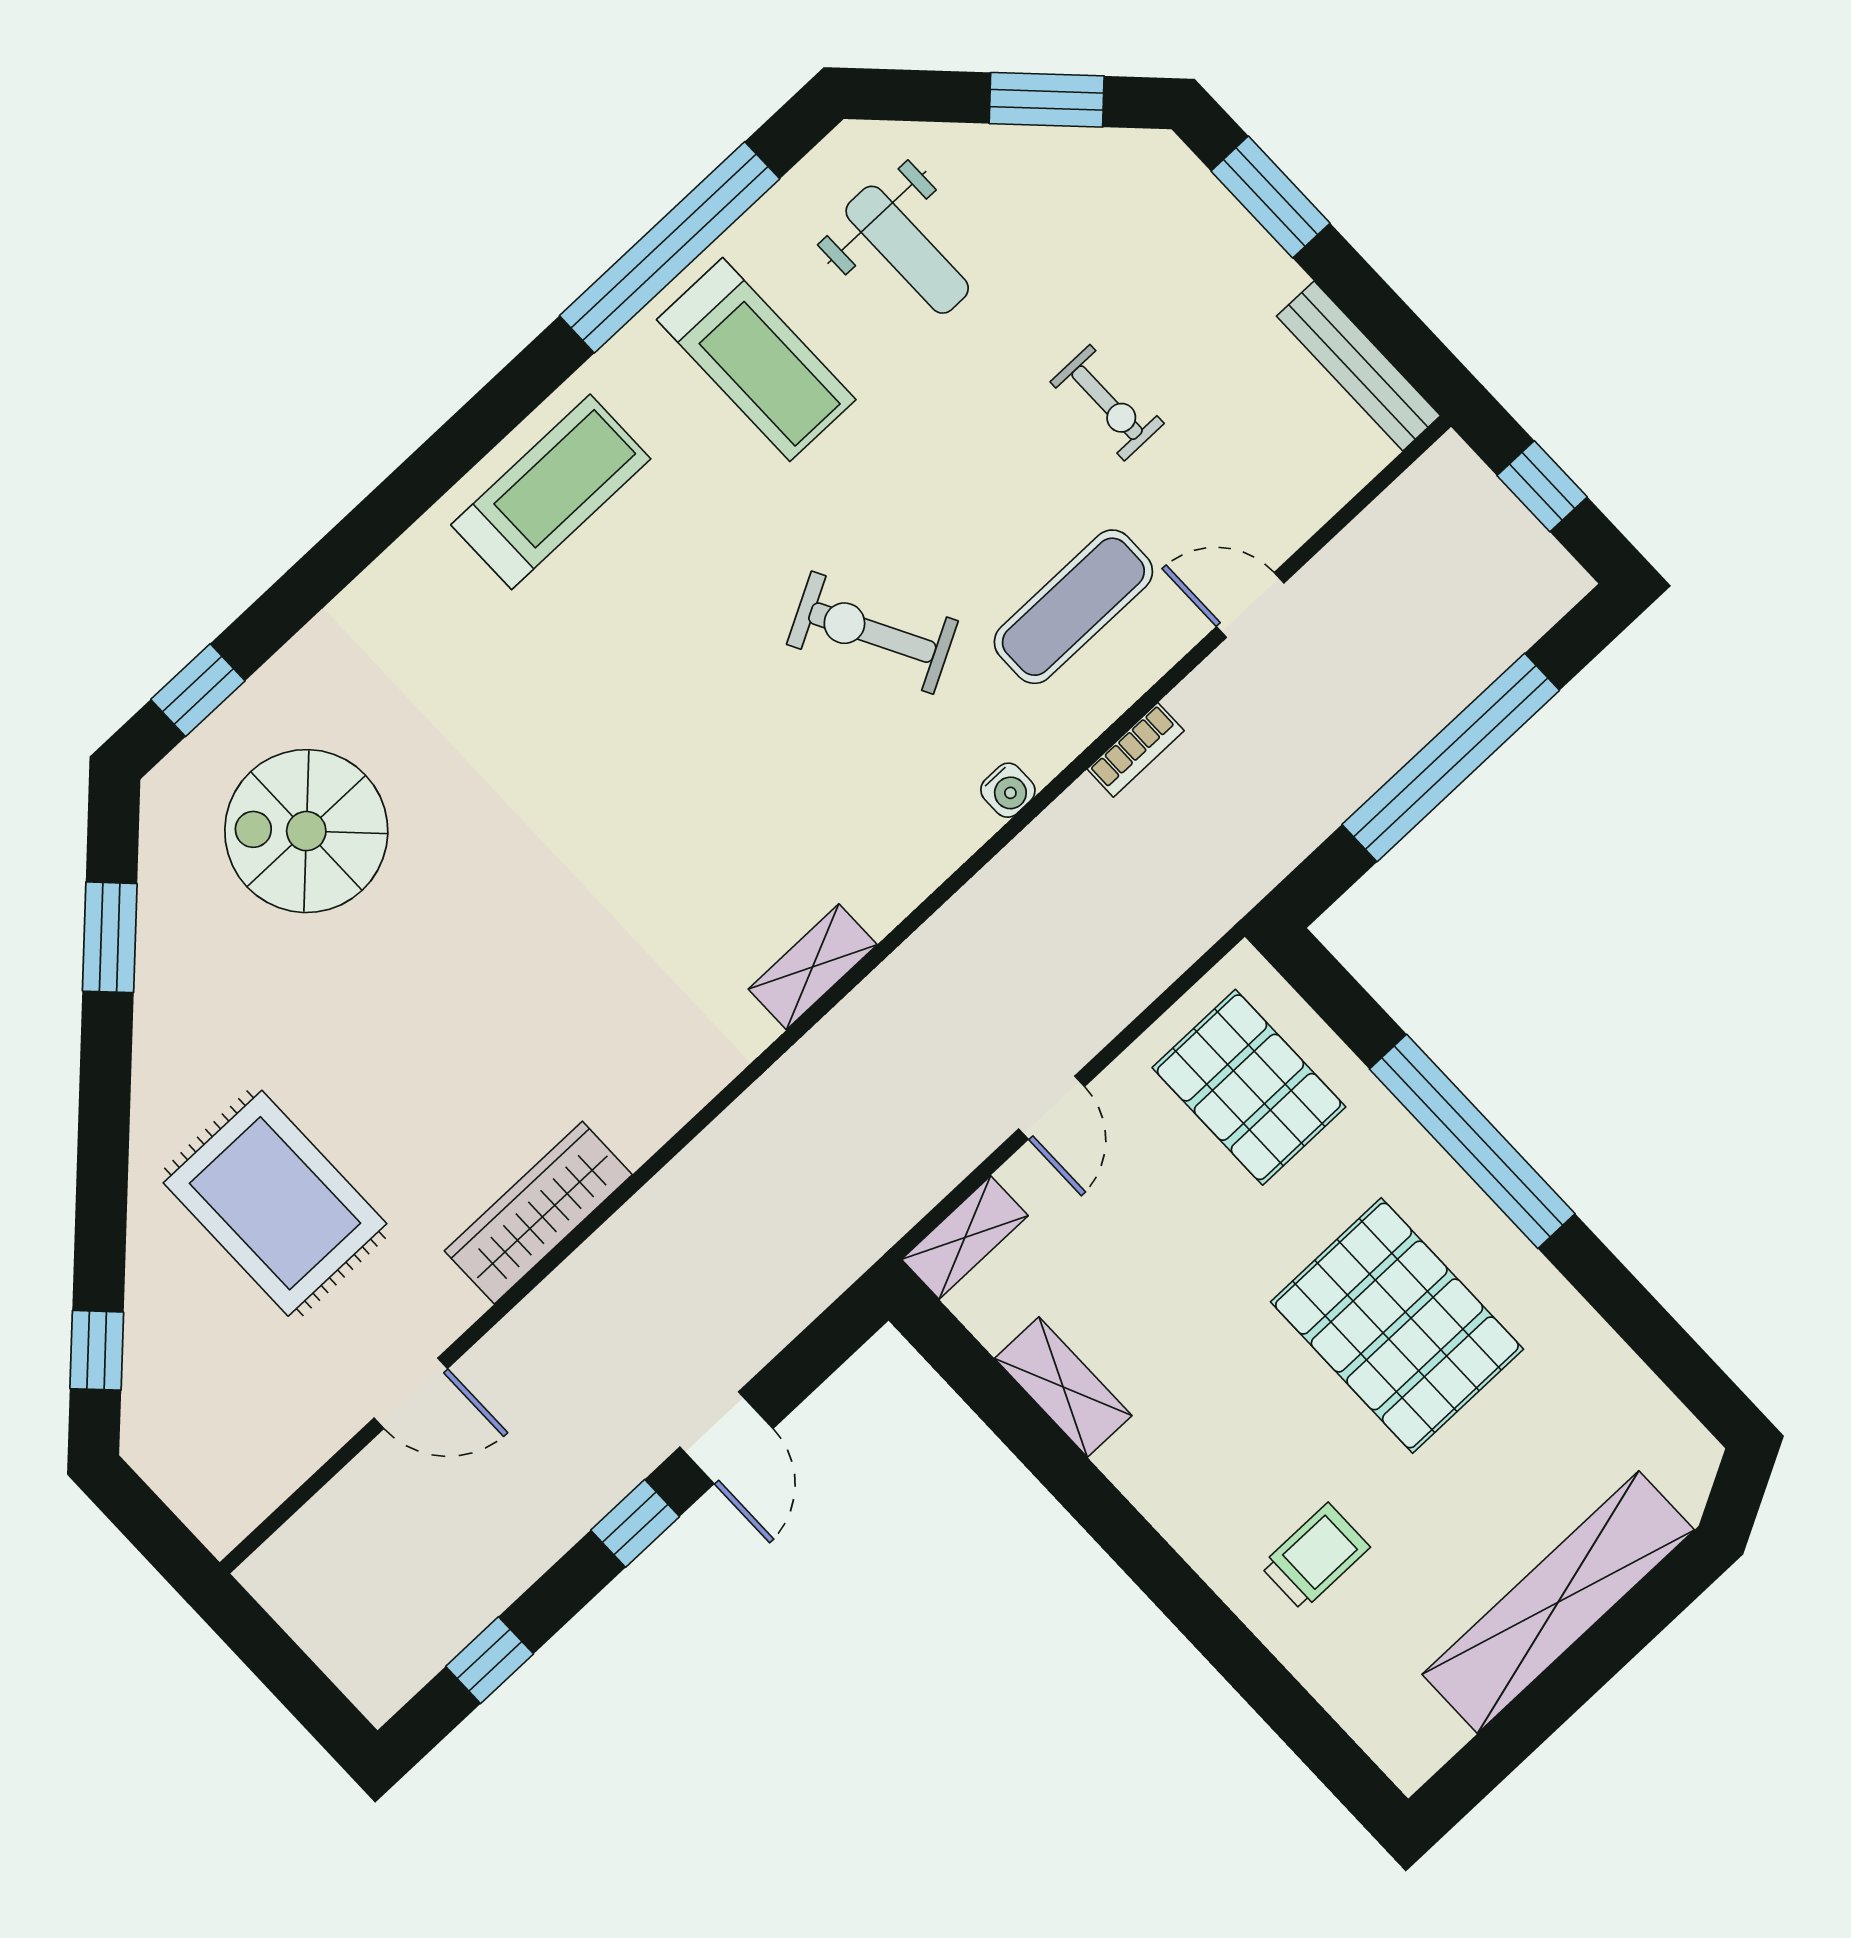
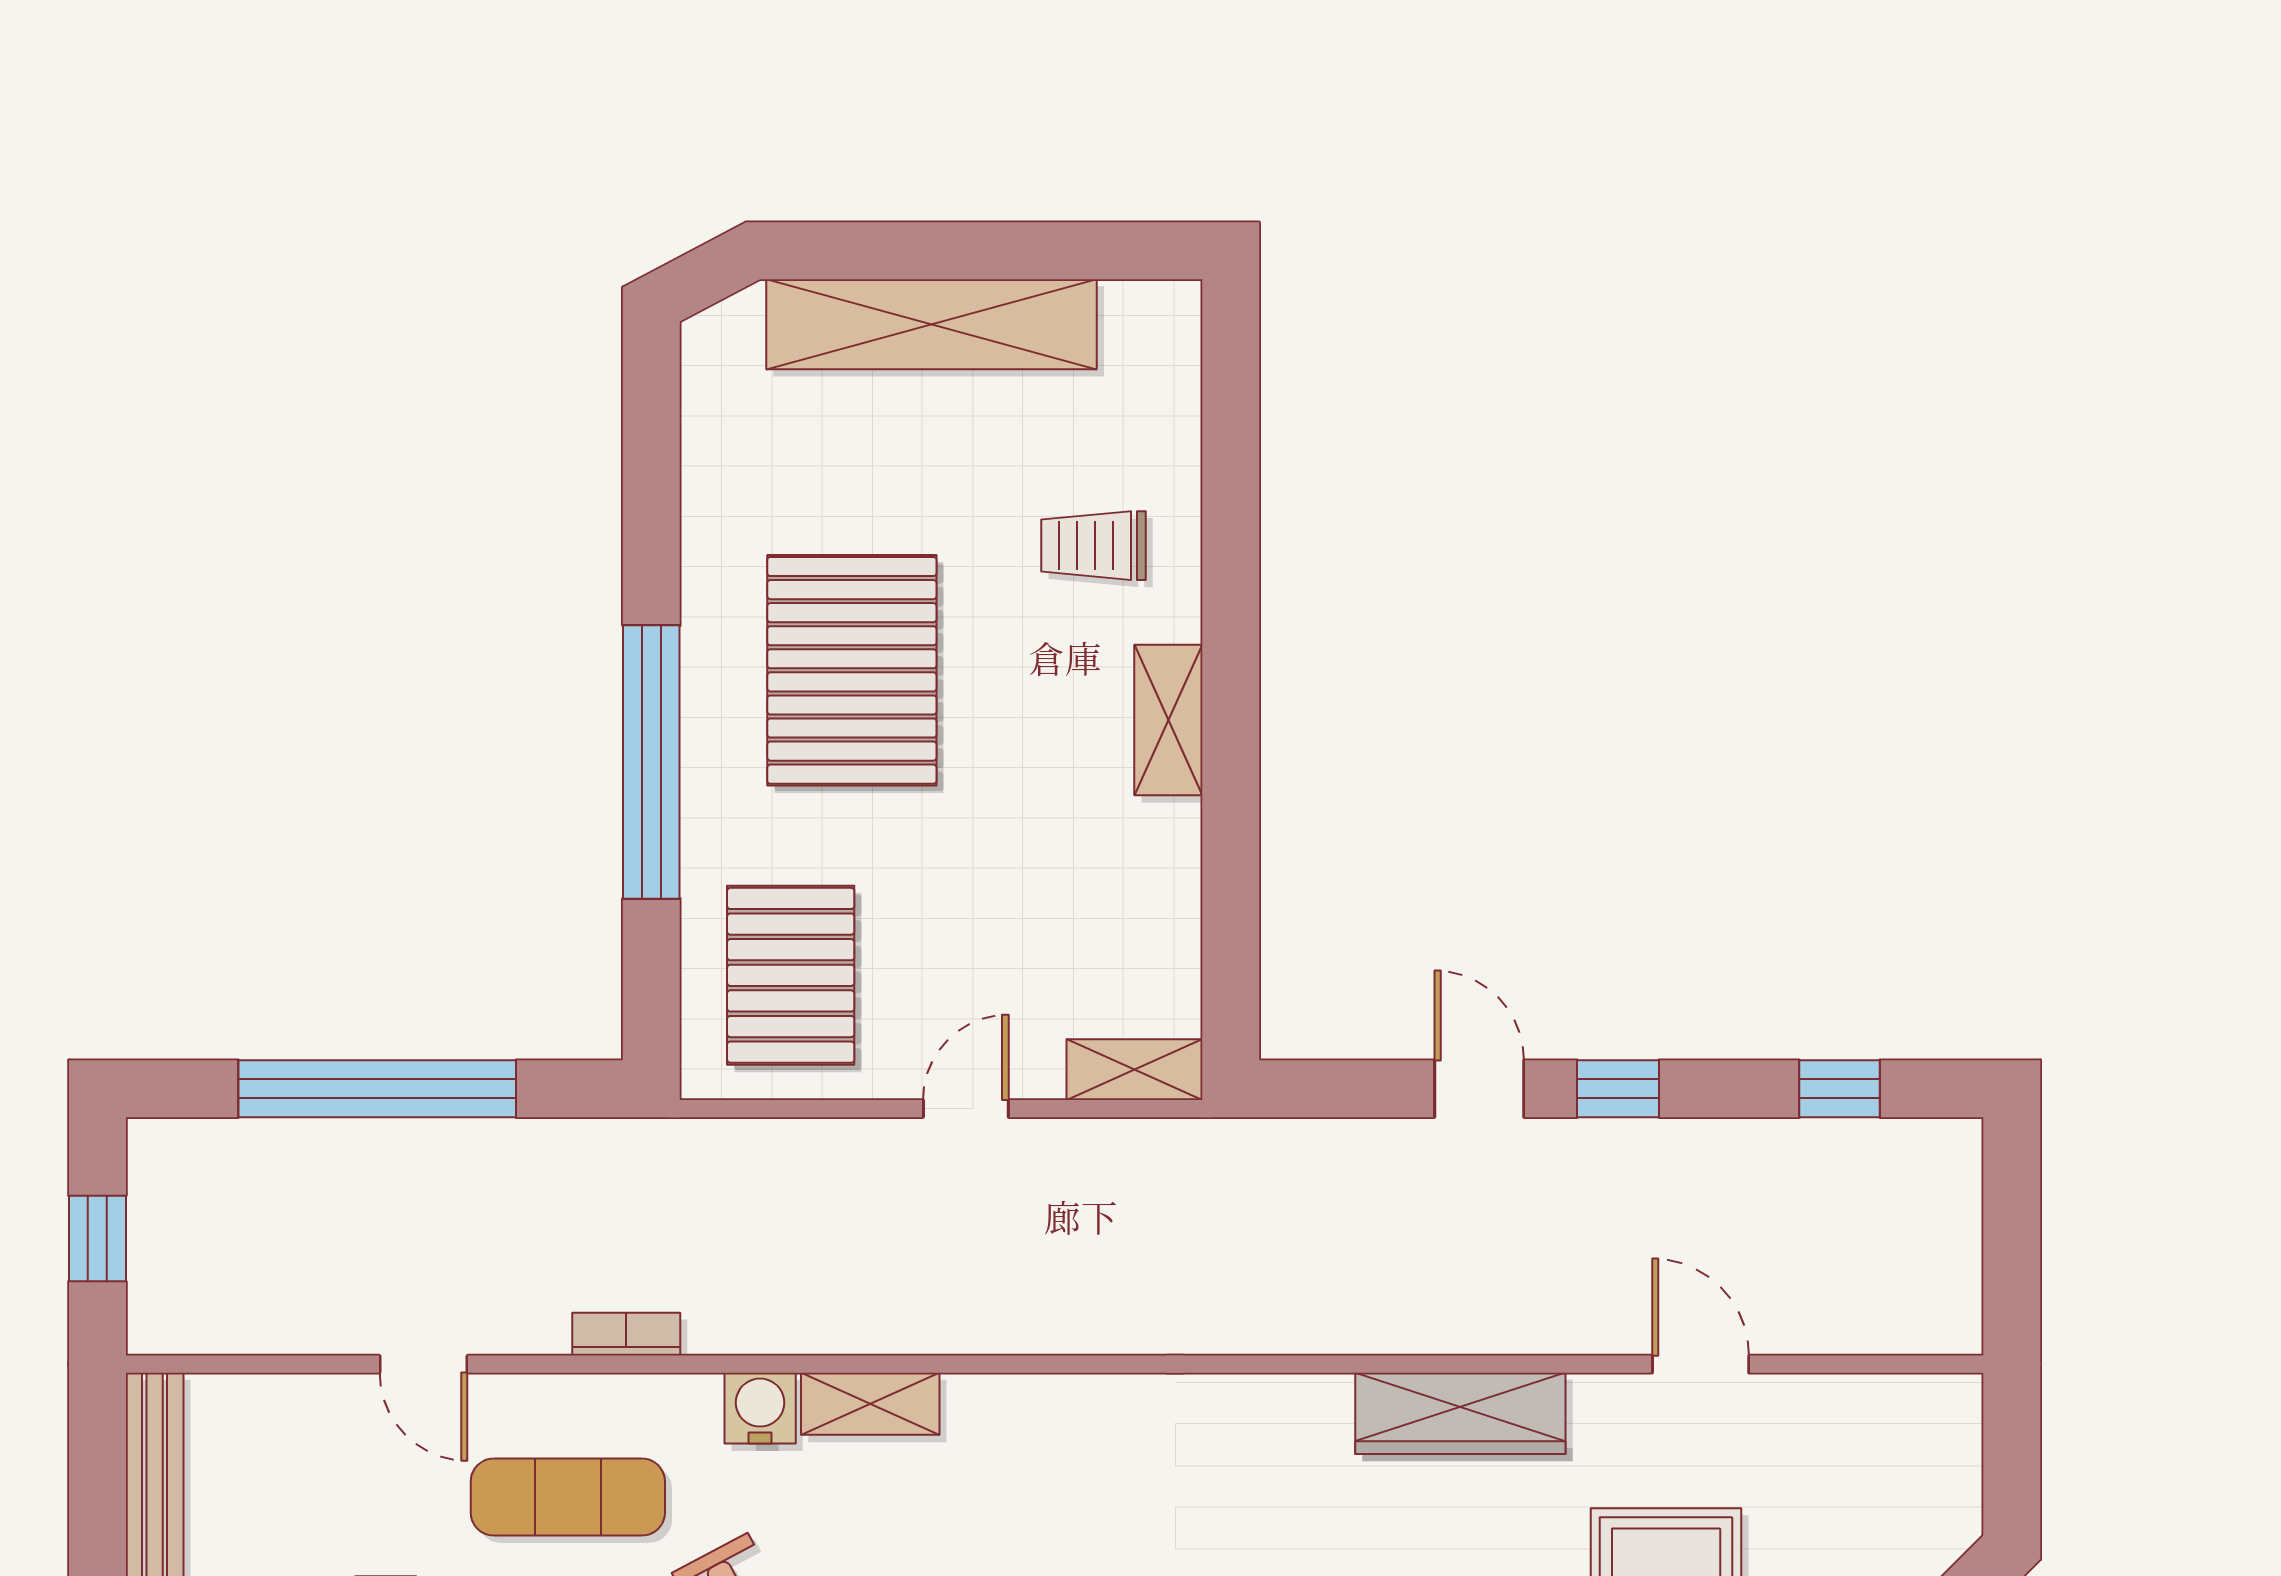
water cooler: (1008, 790) -> (760, 1408), width x1.38, depth x1.38
shelving: (813, 967) -> (870, 1404), moved
shelving: (1063, 1387) -> (1168, 720), moved
door: (726, 1438) -> (1479, 1089), hinge flipped

